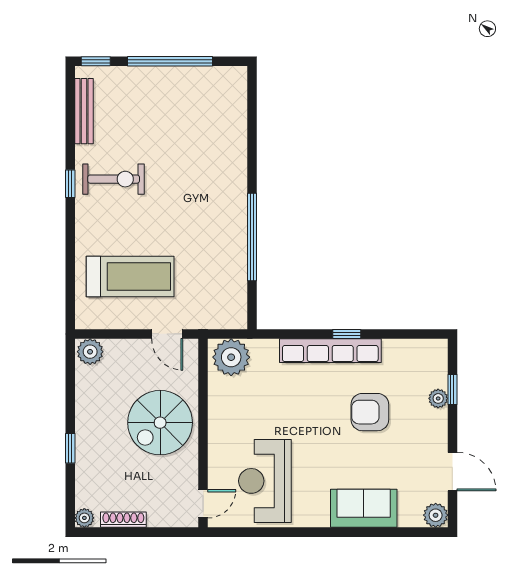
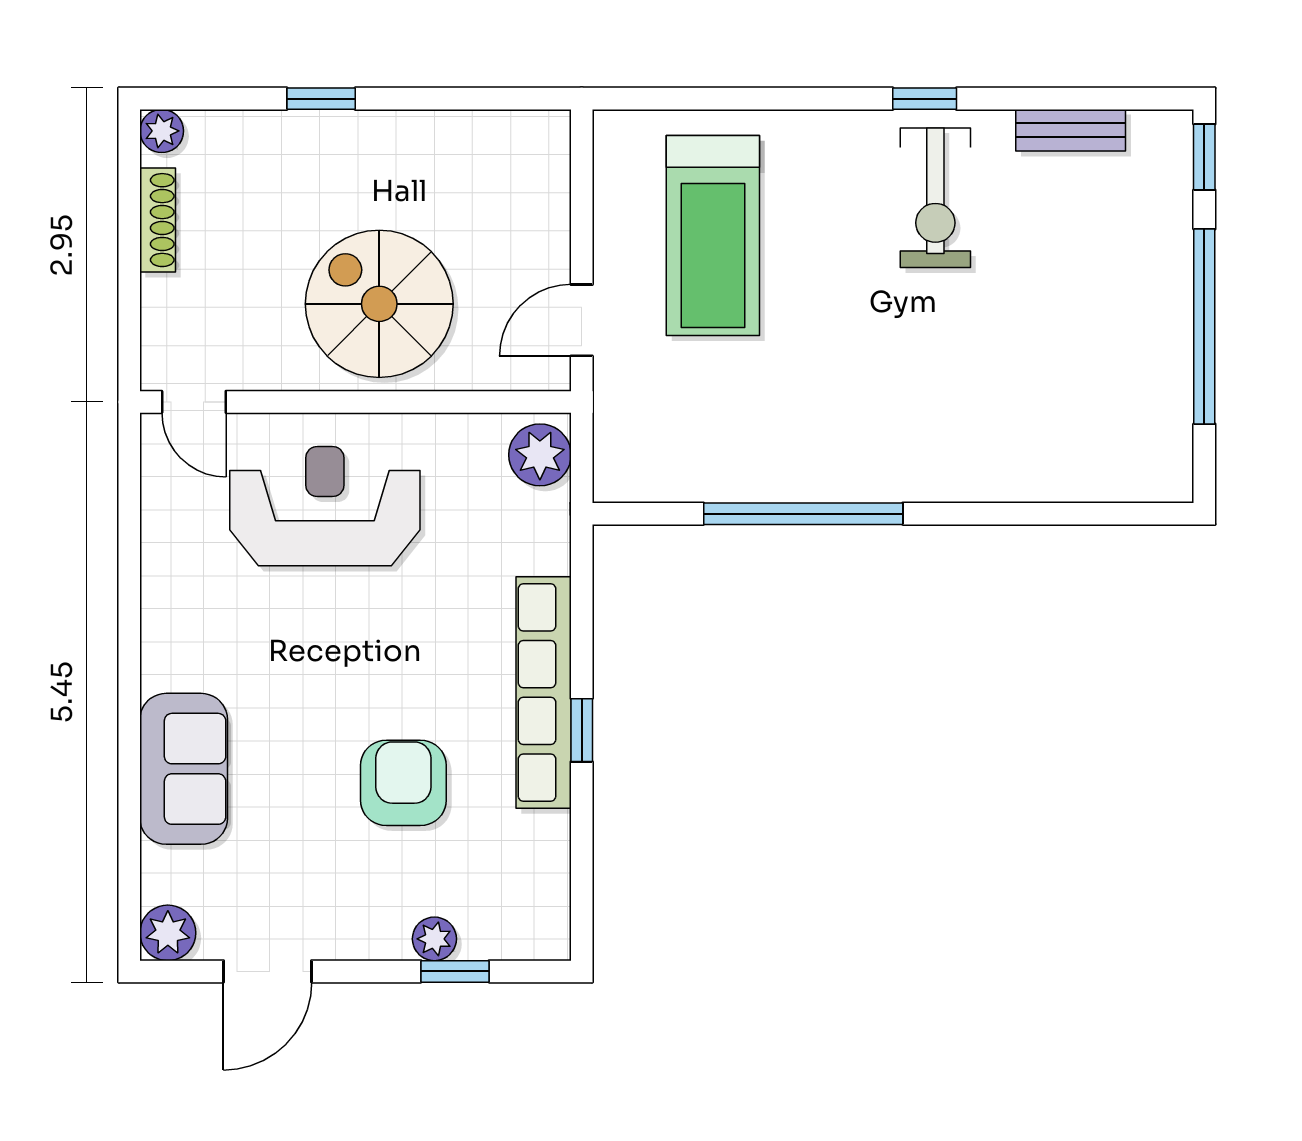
bench: (84, 111) -> (1071, 130), width x0.73
plant: (90, 352) -> (541, 144), removed
plant: (231, 357) -> (540, 455), width x0.73, depth x0.73
reception desk: (265, 481) -> (325, 506), moved

